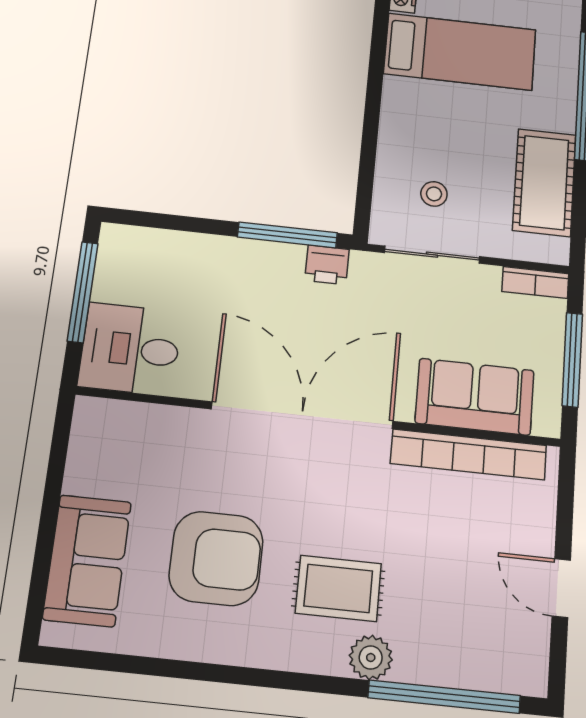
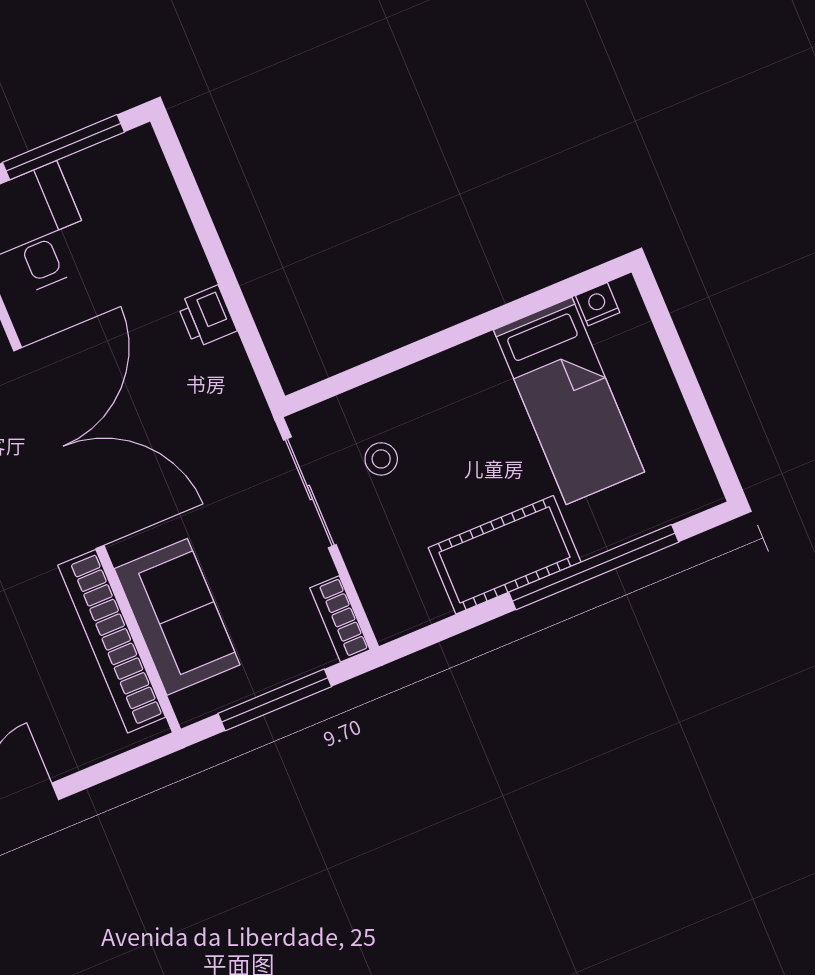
cot: (544, 182) -> (505, 555), moved
window: (287, 235) -> (246, 326), removed
printer: (327, 265) -> (207, 316), moved

